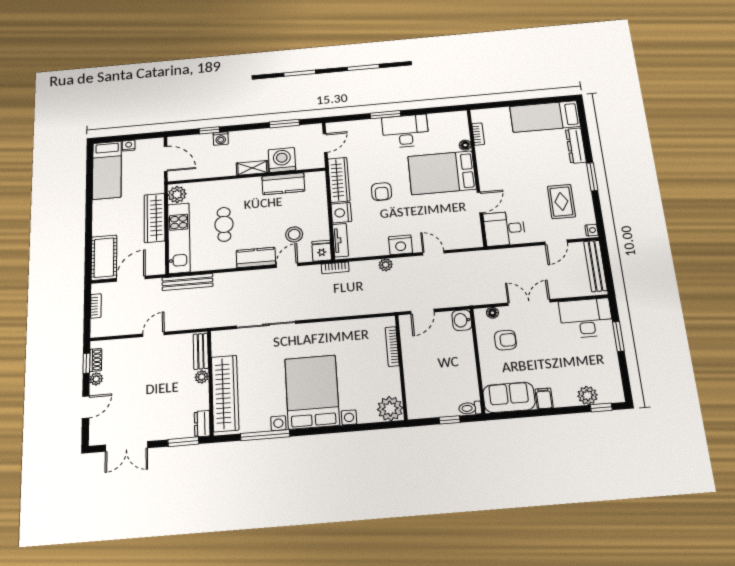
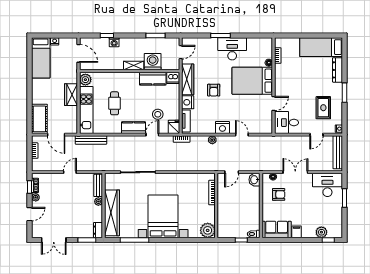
dishwasher: (315, 180) -> (173, 78), added
wardrobe: (155, 218) -> (71, 95), width x0.67
door: (131, 279) -> (56, 135), swing flipped

